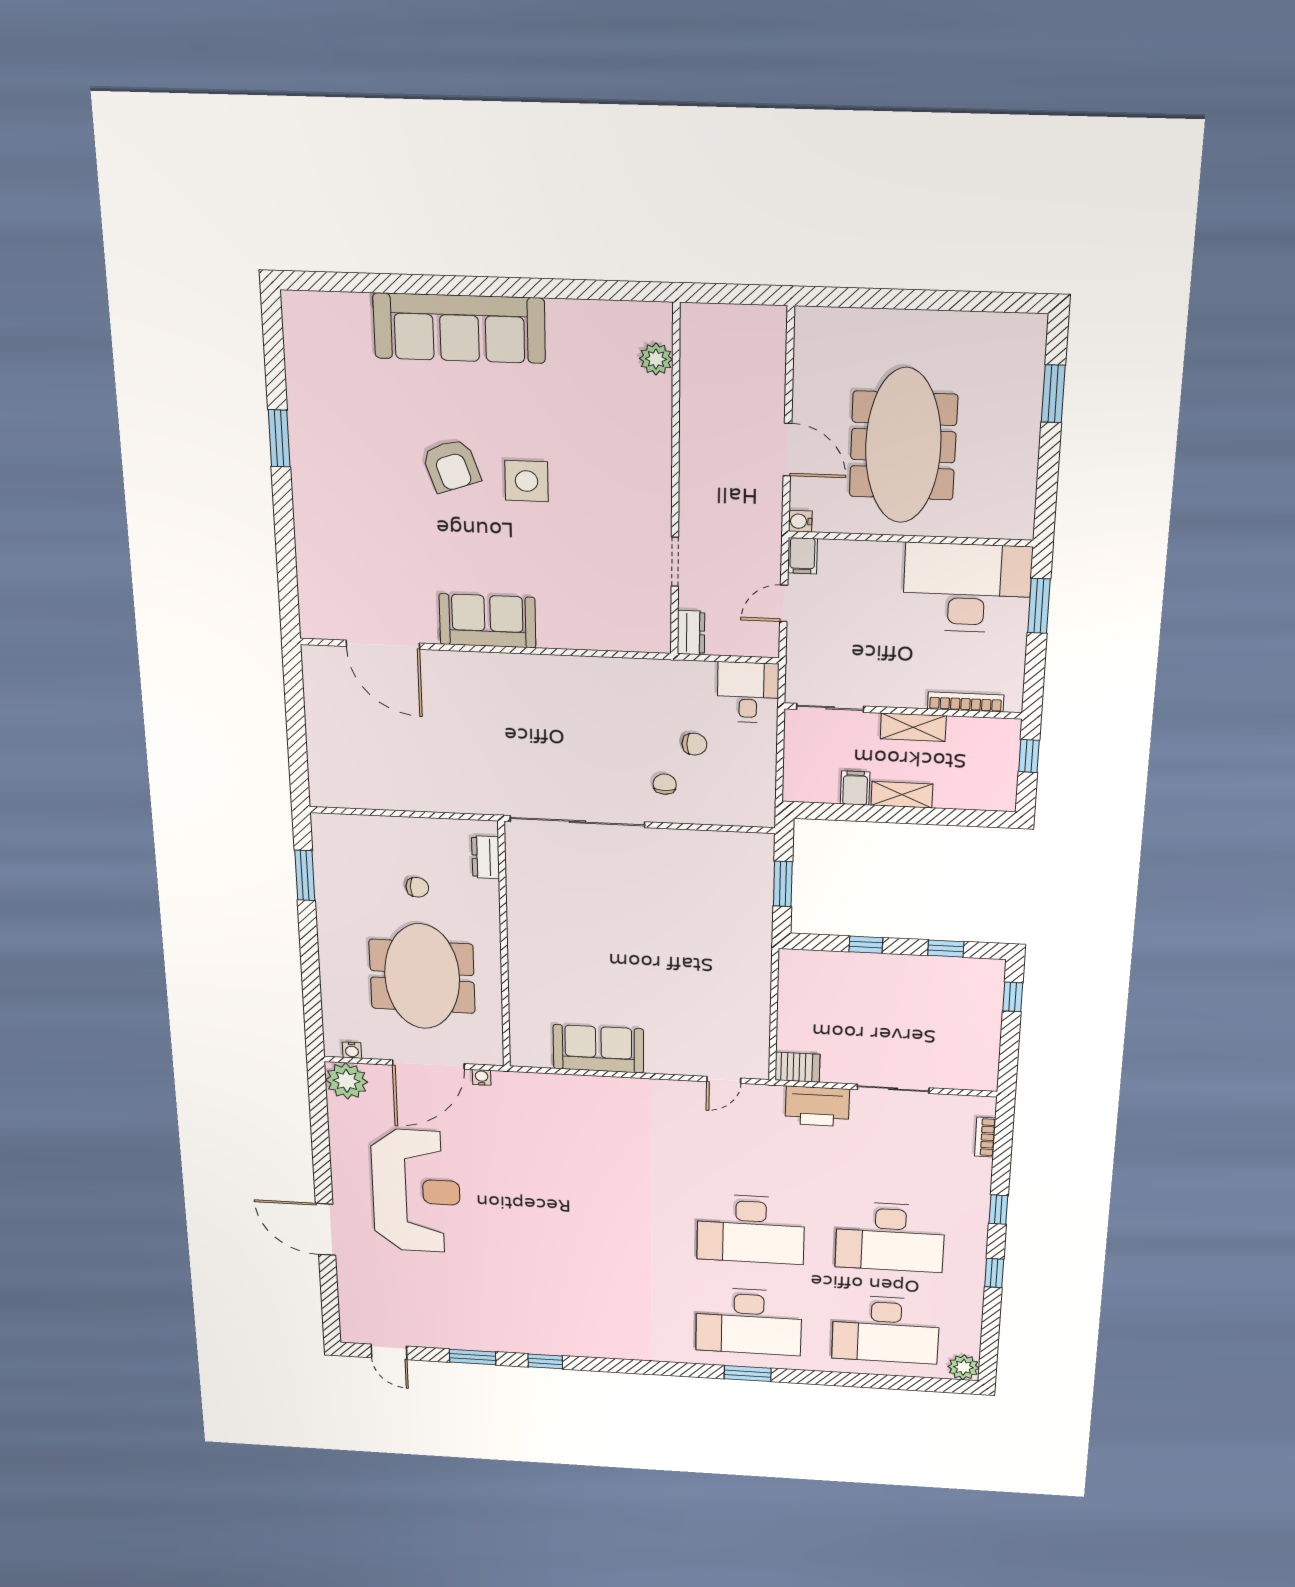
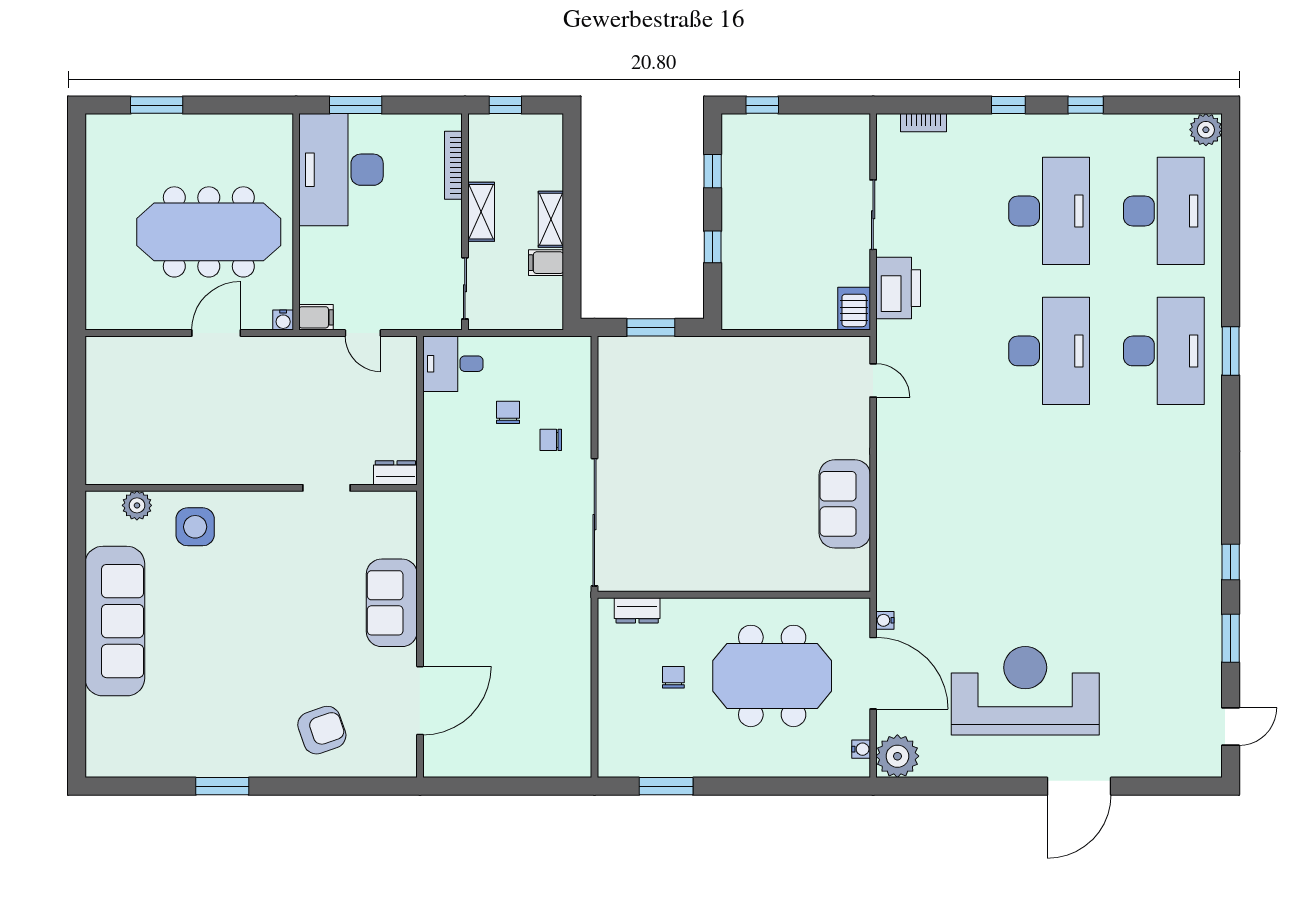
plant: (656, 359) -> (137, 505), moved
armchair: (451, 466) -> (322, 730), moved
side table: (526, 481) -> (195, 527), moved
wall: (675, 483) -> (251, 488), moved
doorway: (675, 562) -> (327, 488), moved
dresser: (691, 633) -> (395, 473), moved

